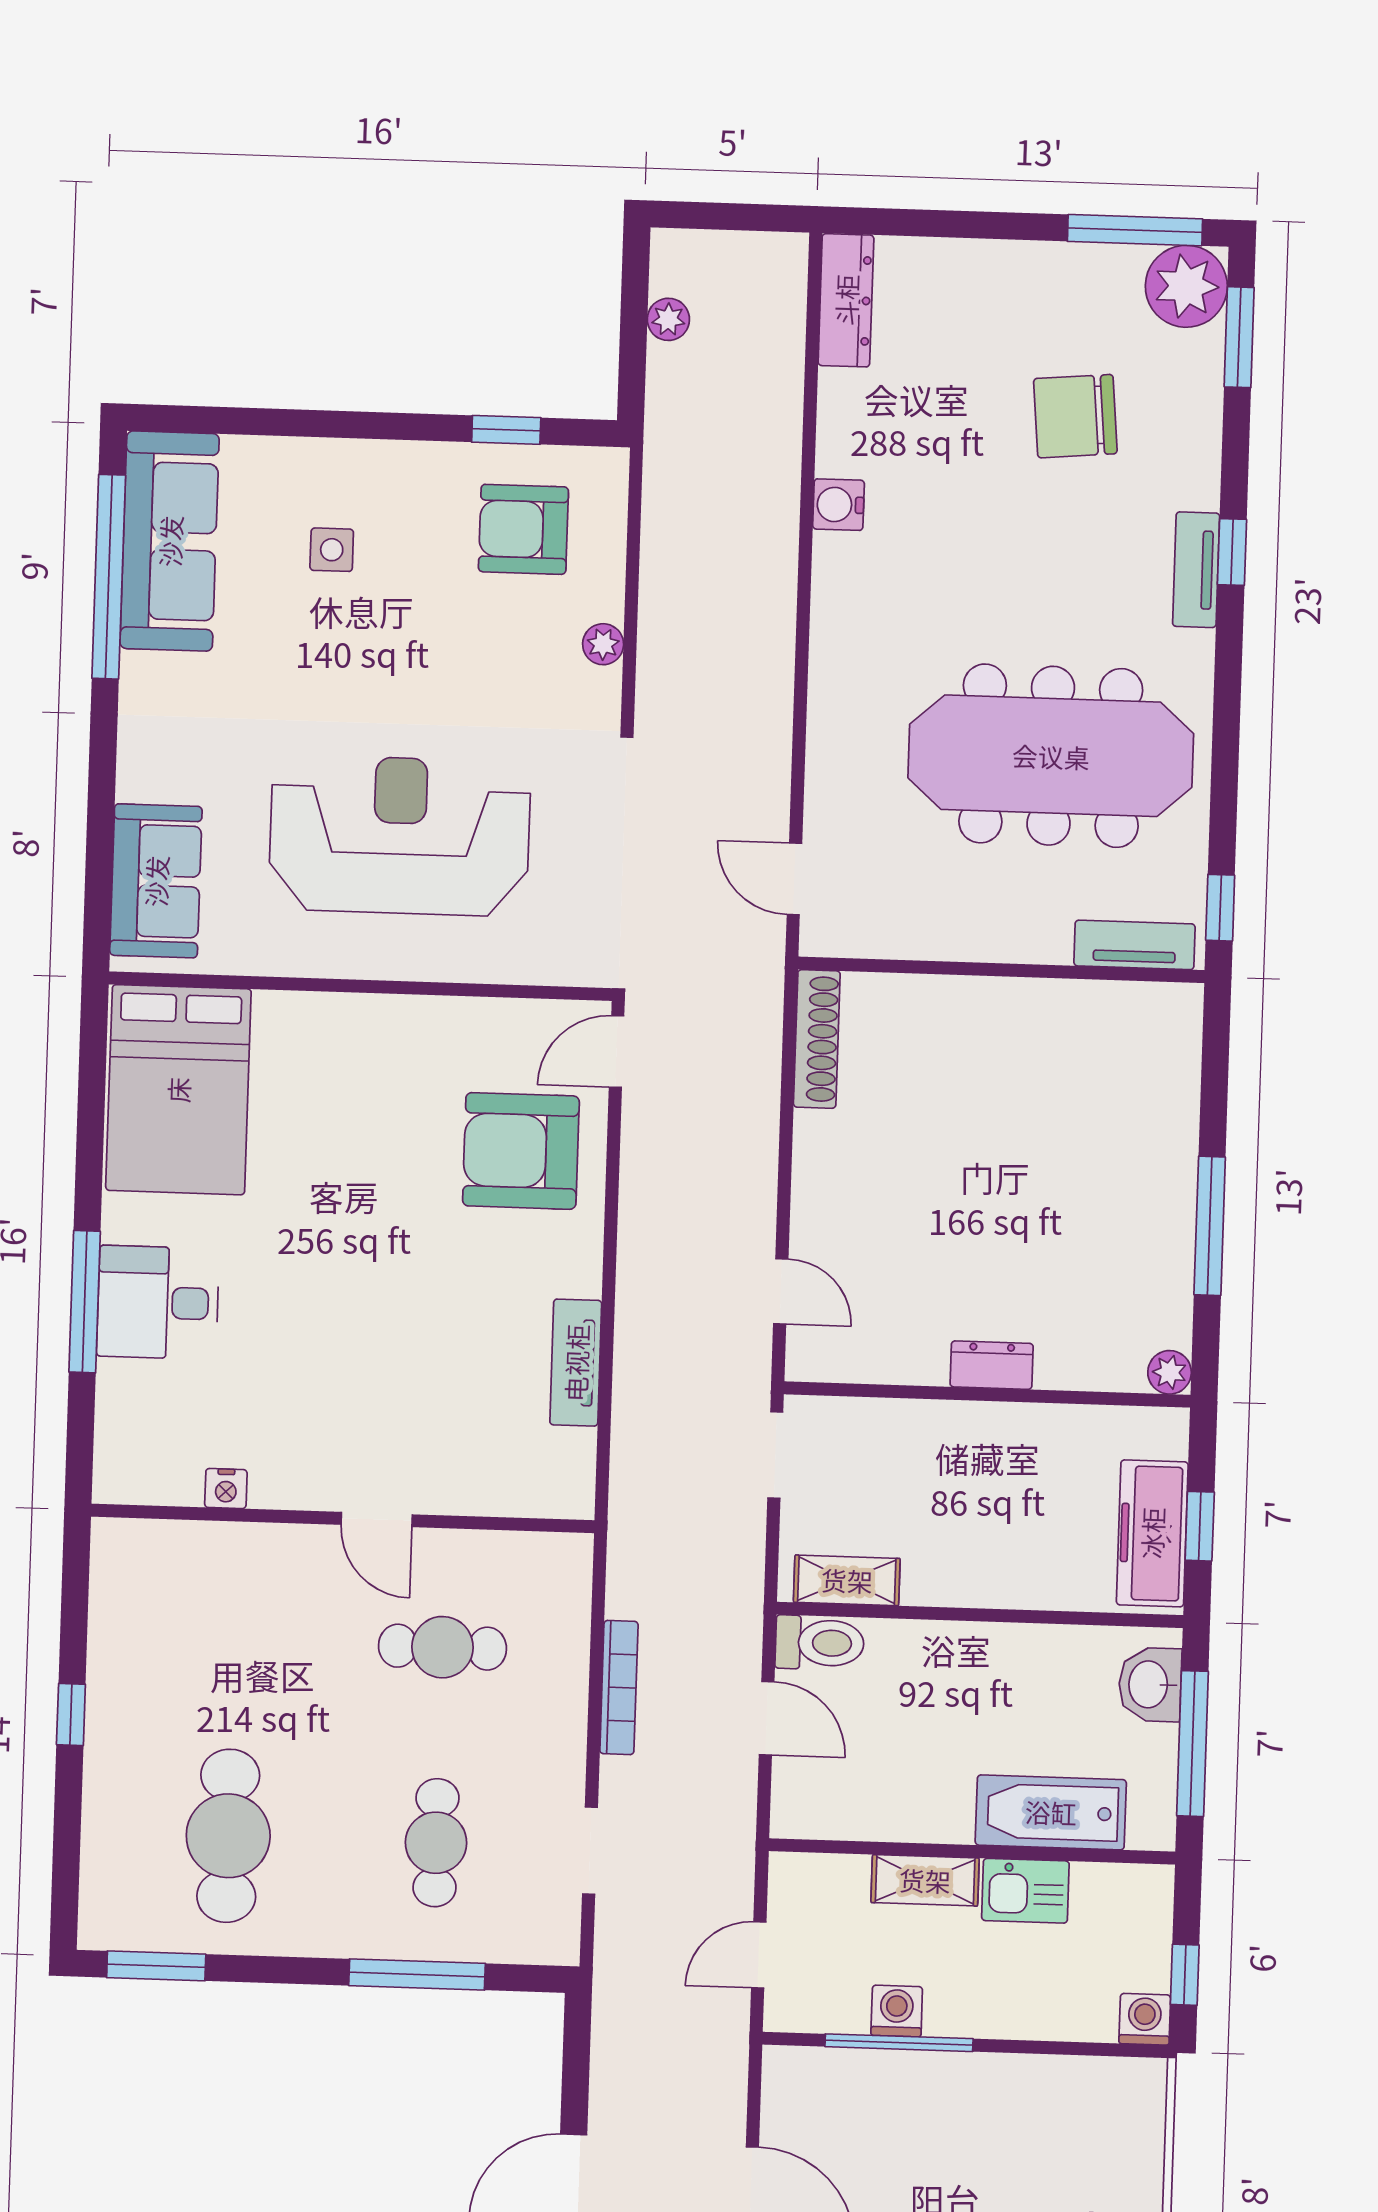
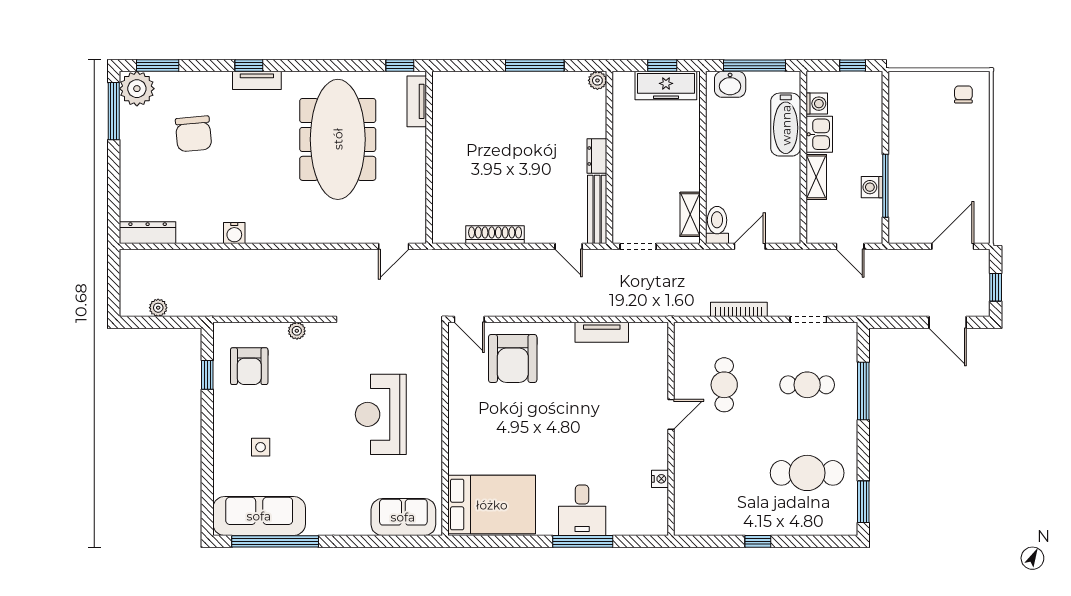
reception desk: (400, 836) -> (381, 414), width x0.74, depth x0.77
shoe rack: (817, 1039) -> (495, 235), moved
door: (781, 1291) -> (569, 246), swing flipped
bench: (866, 1361) -> (597, 209), added
washing machine: (1145, 2019) -> (817, 104), moved, turned 180

